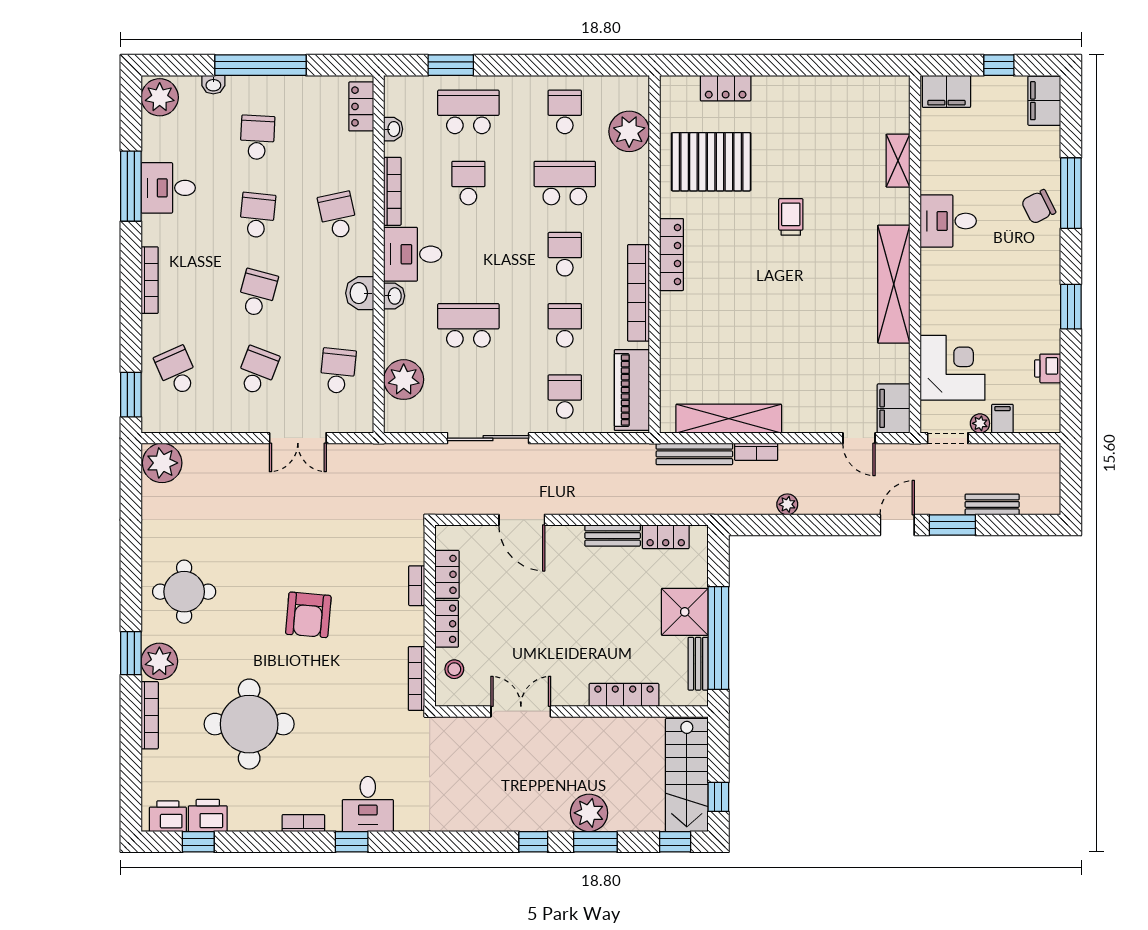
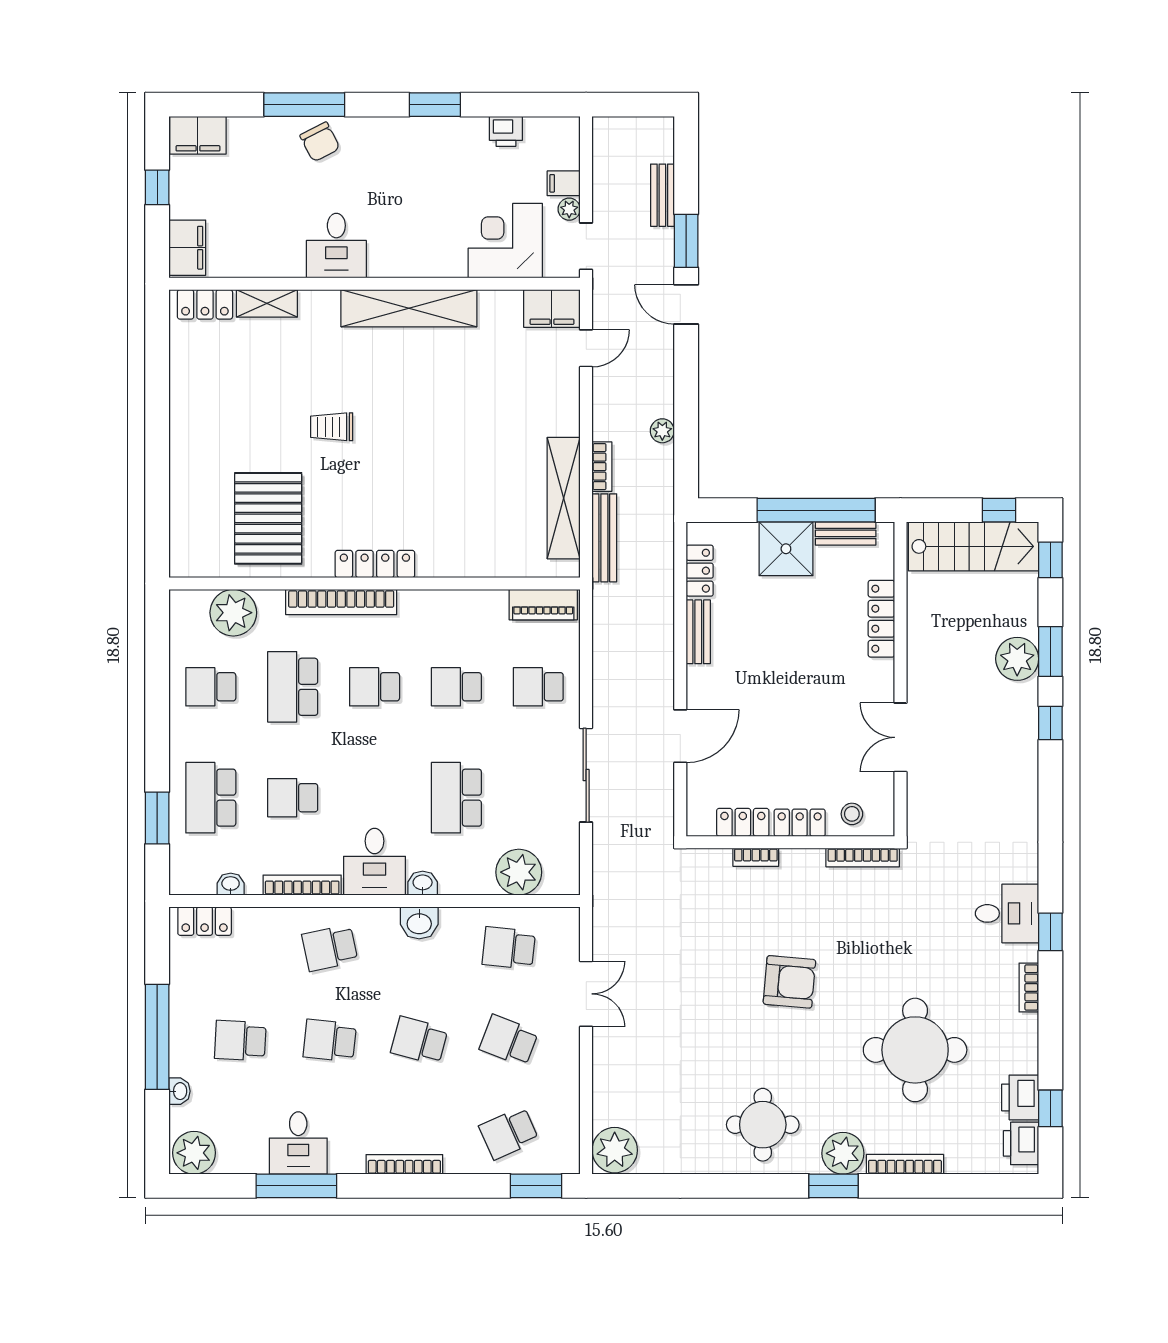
locker: (726, 88) -> (205, 304), moved, turned 90
bookcase: (638, 293) -> (341, 602), moved
piano: (632, 390) -> (543, 605), width x0.73, depth x0.75

